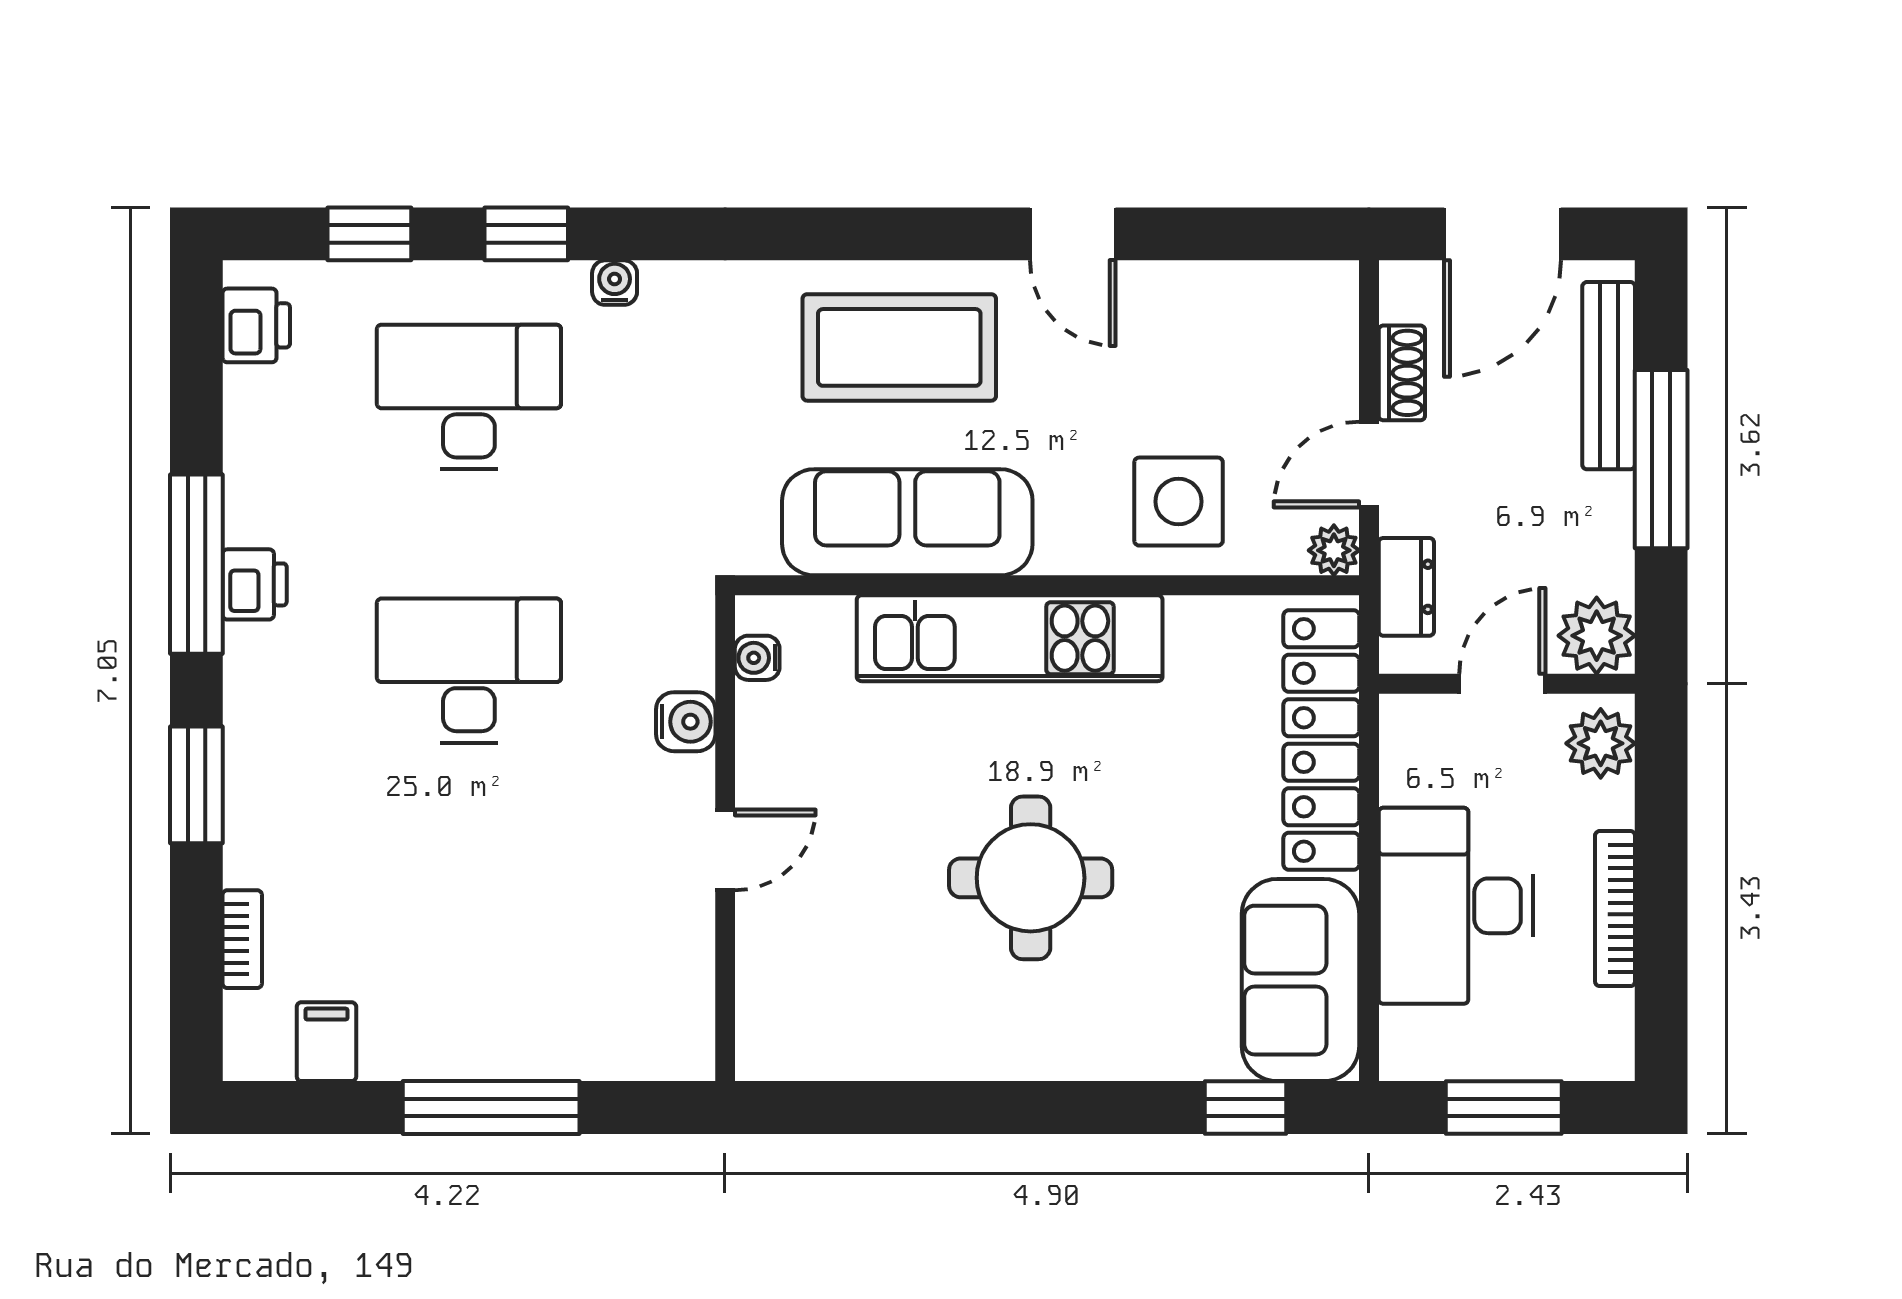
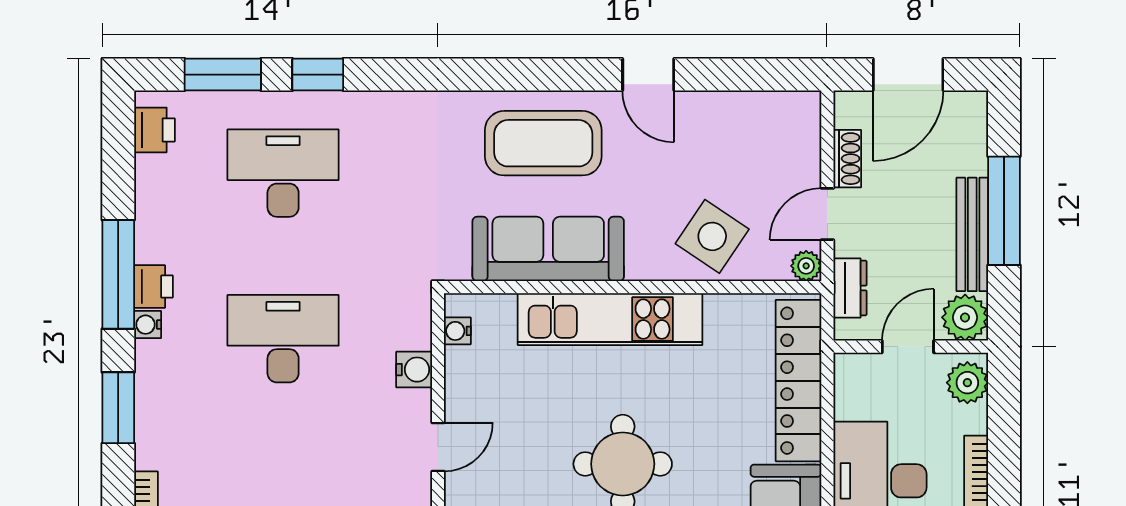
window: (369, 234) -> (223, 75), width x1.50
water cooler: (615, 283) -> (148, 325), moved, turned -90
bench: (1609, 376) -> (972, 234), moved
side table: (1179, 502) -> (712, 236), turned 34

